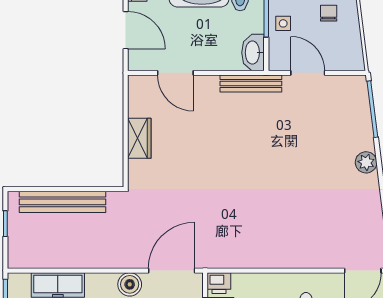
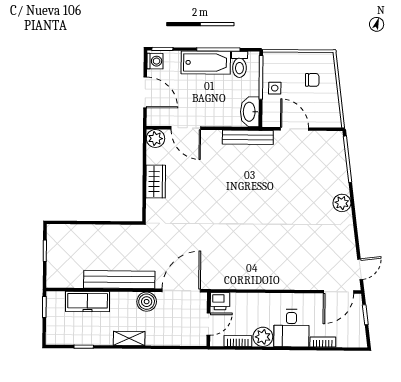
chair: (329, 13) -> (312, 80), turned 90
plant: (139, 86) -> (155, 138), added
bench: (63, 202) -> (119, 280), moved

